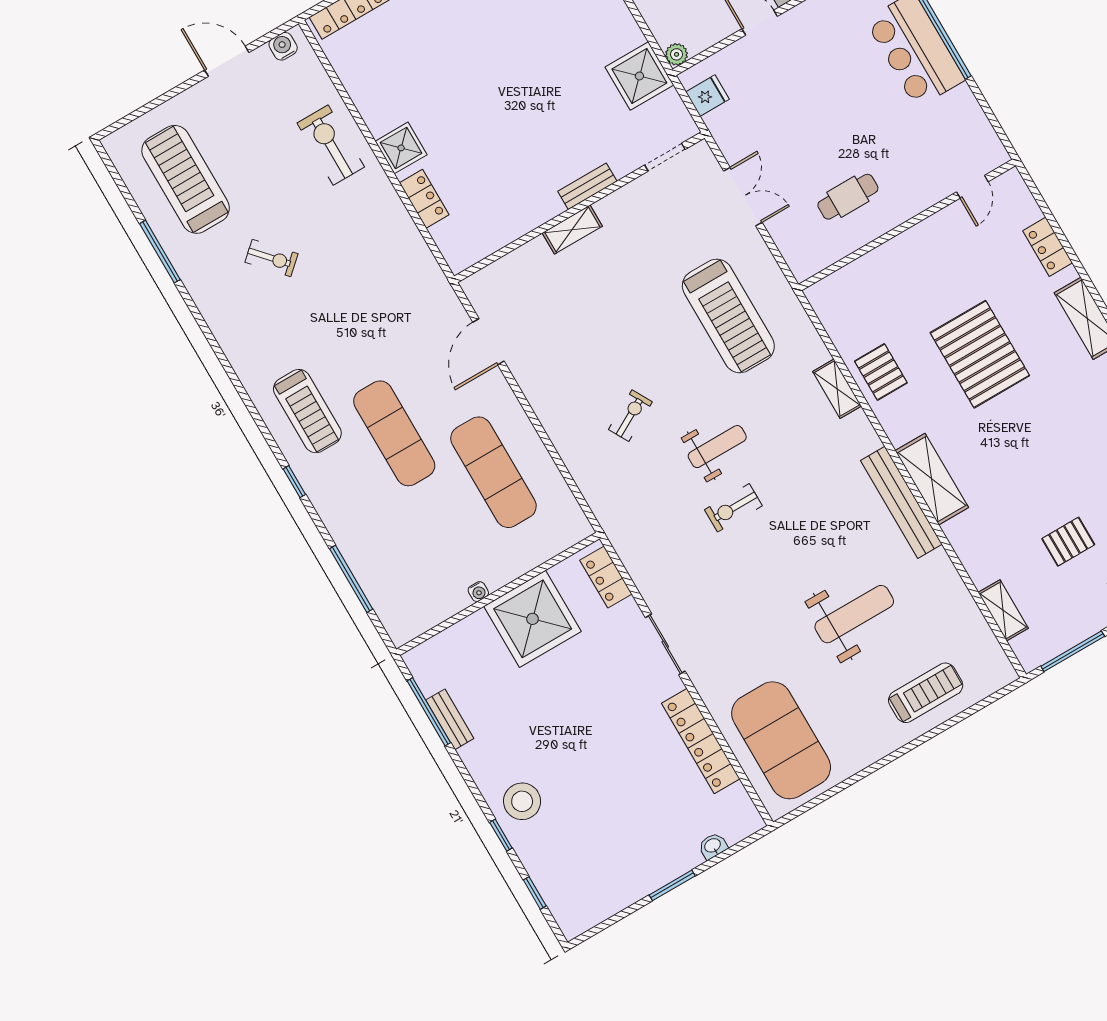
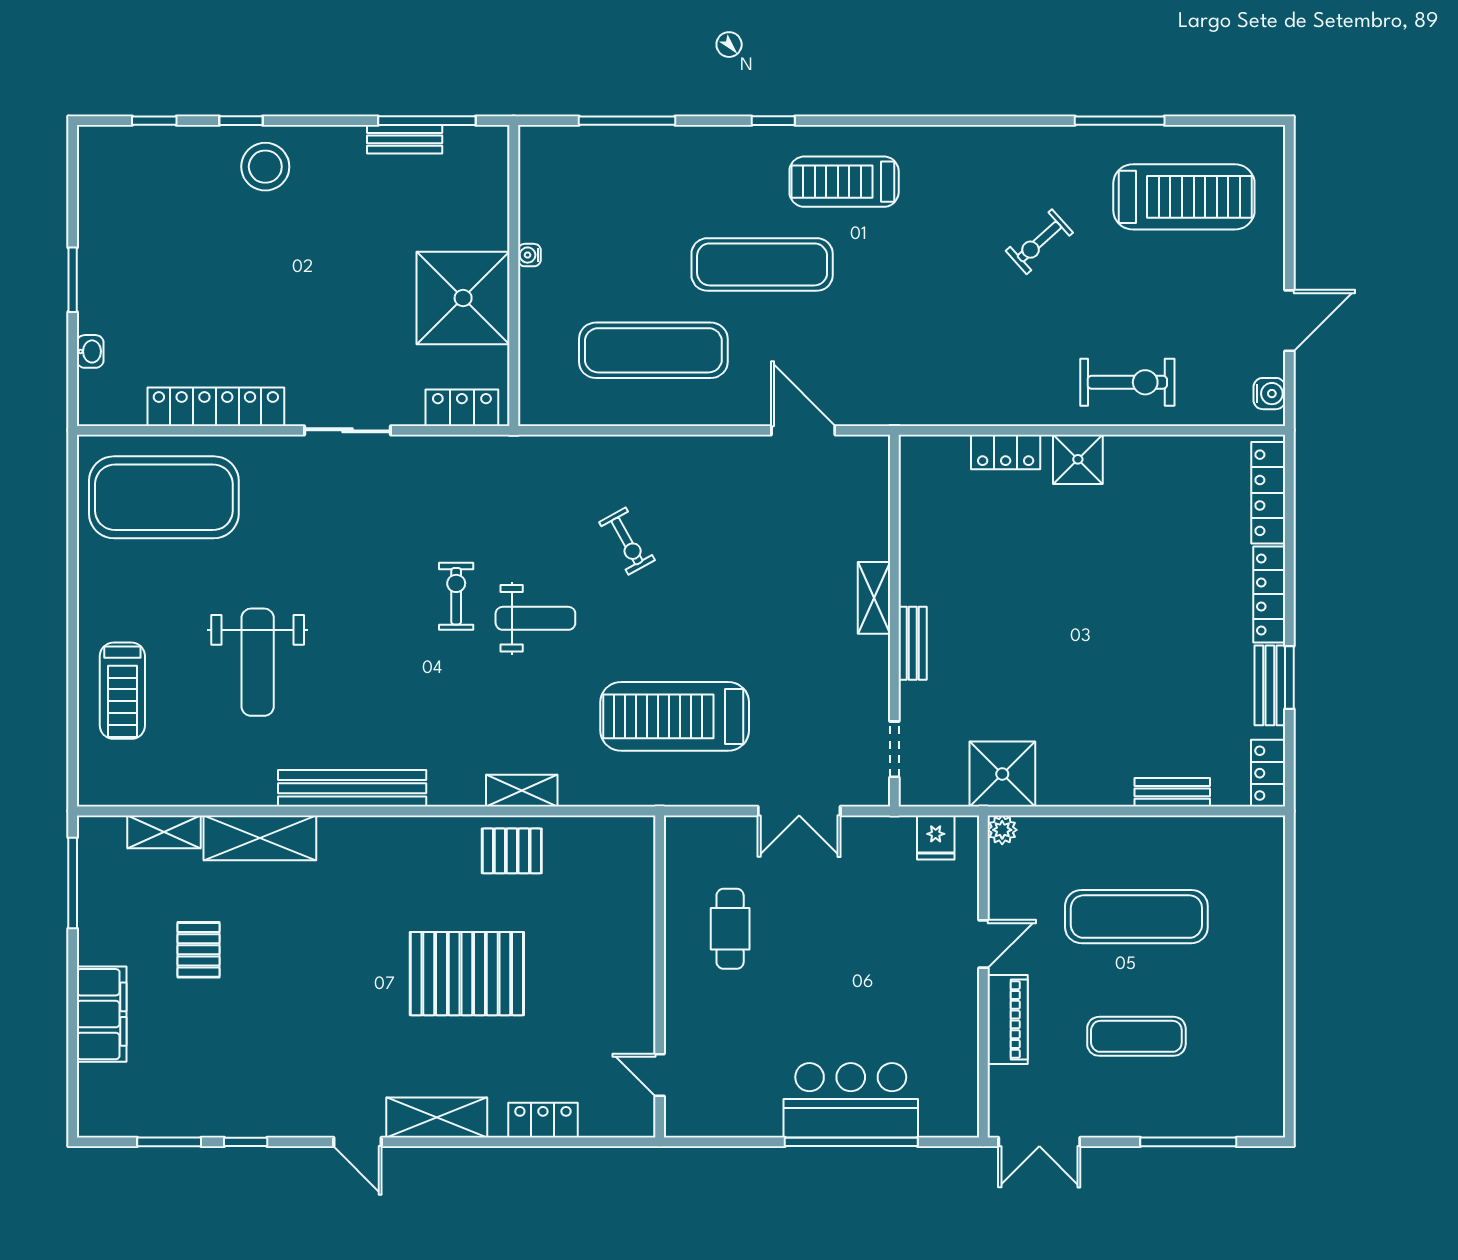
weight bench: (717, 447) -> (535, 618), turned -90
shelving: (932, 479) -> (260, 838), moved

